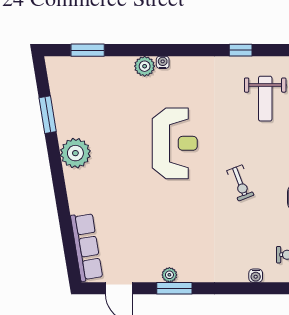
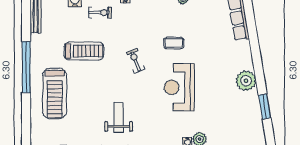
coffee table: (183, 209) -> (174, 43), added

